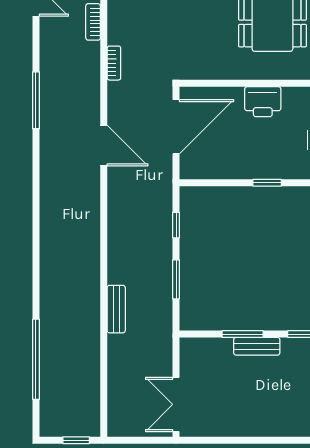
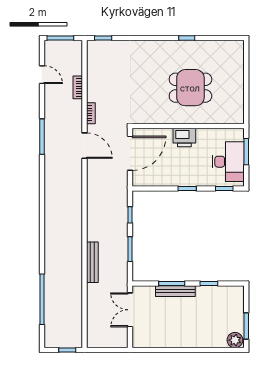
door: (104, 145) -> (85, 146), moved
bench: (116, 309) -> (92, 262), width x1.36
bench: (257, 346) -> (175, 291), width x1.36
double door: (176, 404) -> (130, 310), moved

